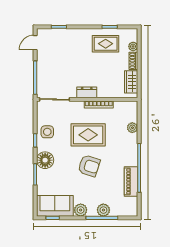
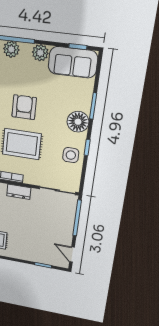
door: (35, 43) -> (72, 255), swing flipped
armchair: (89, 166) -> (24, 107), turned 72

